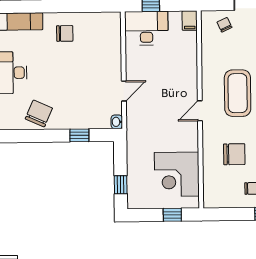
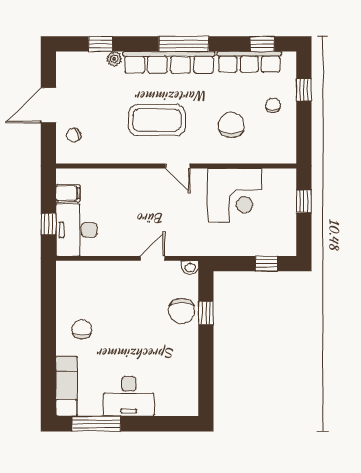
filing cabinet: (190, 21) -> (68, 193), moved
door: (124, 91) -> (153, 258), hinge flipped
chair: (39, 113) -> (182, 311), moved, turned -114
corner desk: (177, 174) -> (235, 195), moved

